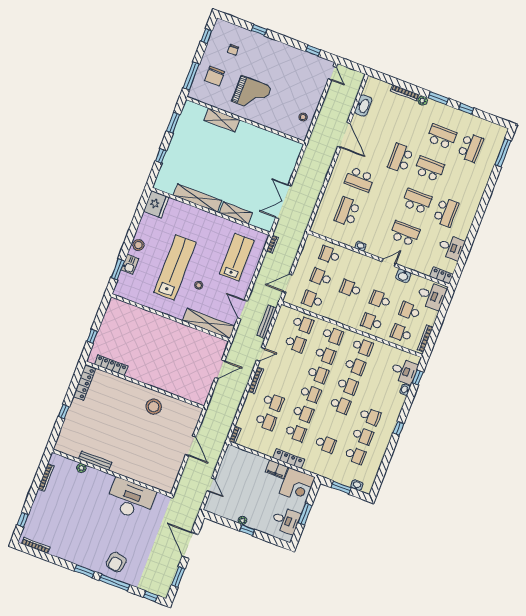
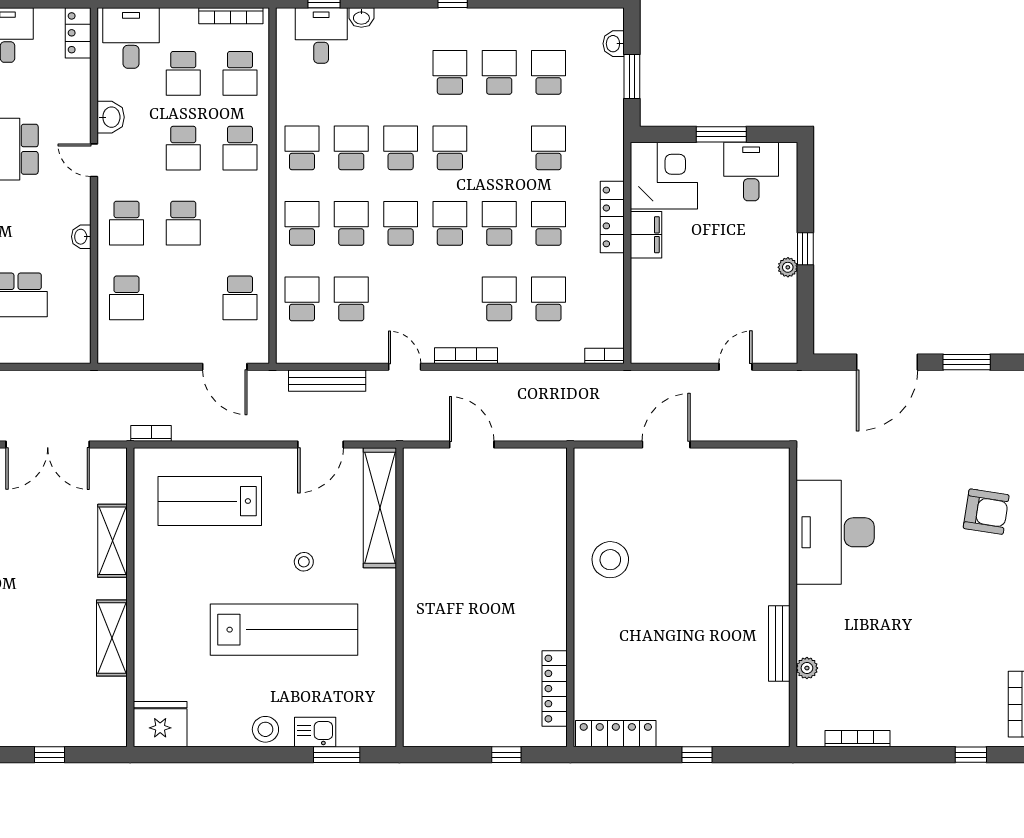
shelving: (197, 198) -> (112, 638), width x0.68
lab bench: (175, 267) -> (284, 630), turned 180
school desk: (321, 277) -> (127, 223), moved

